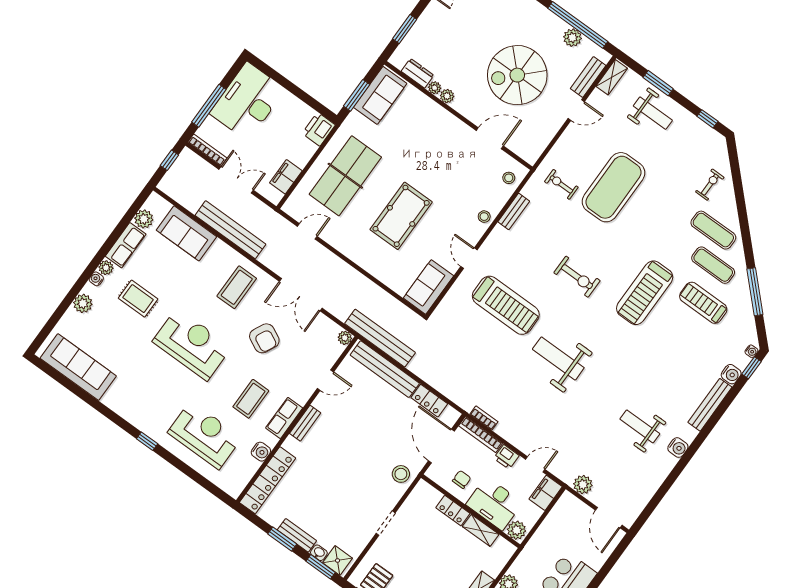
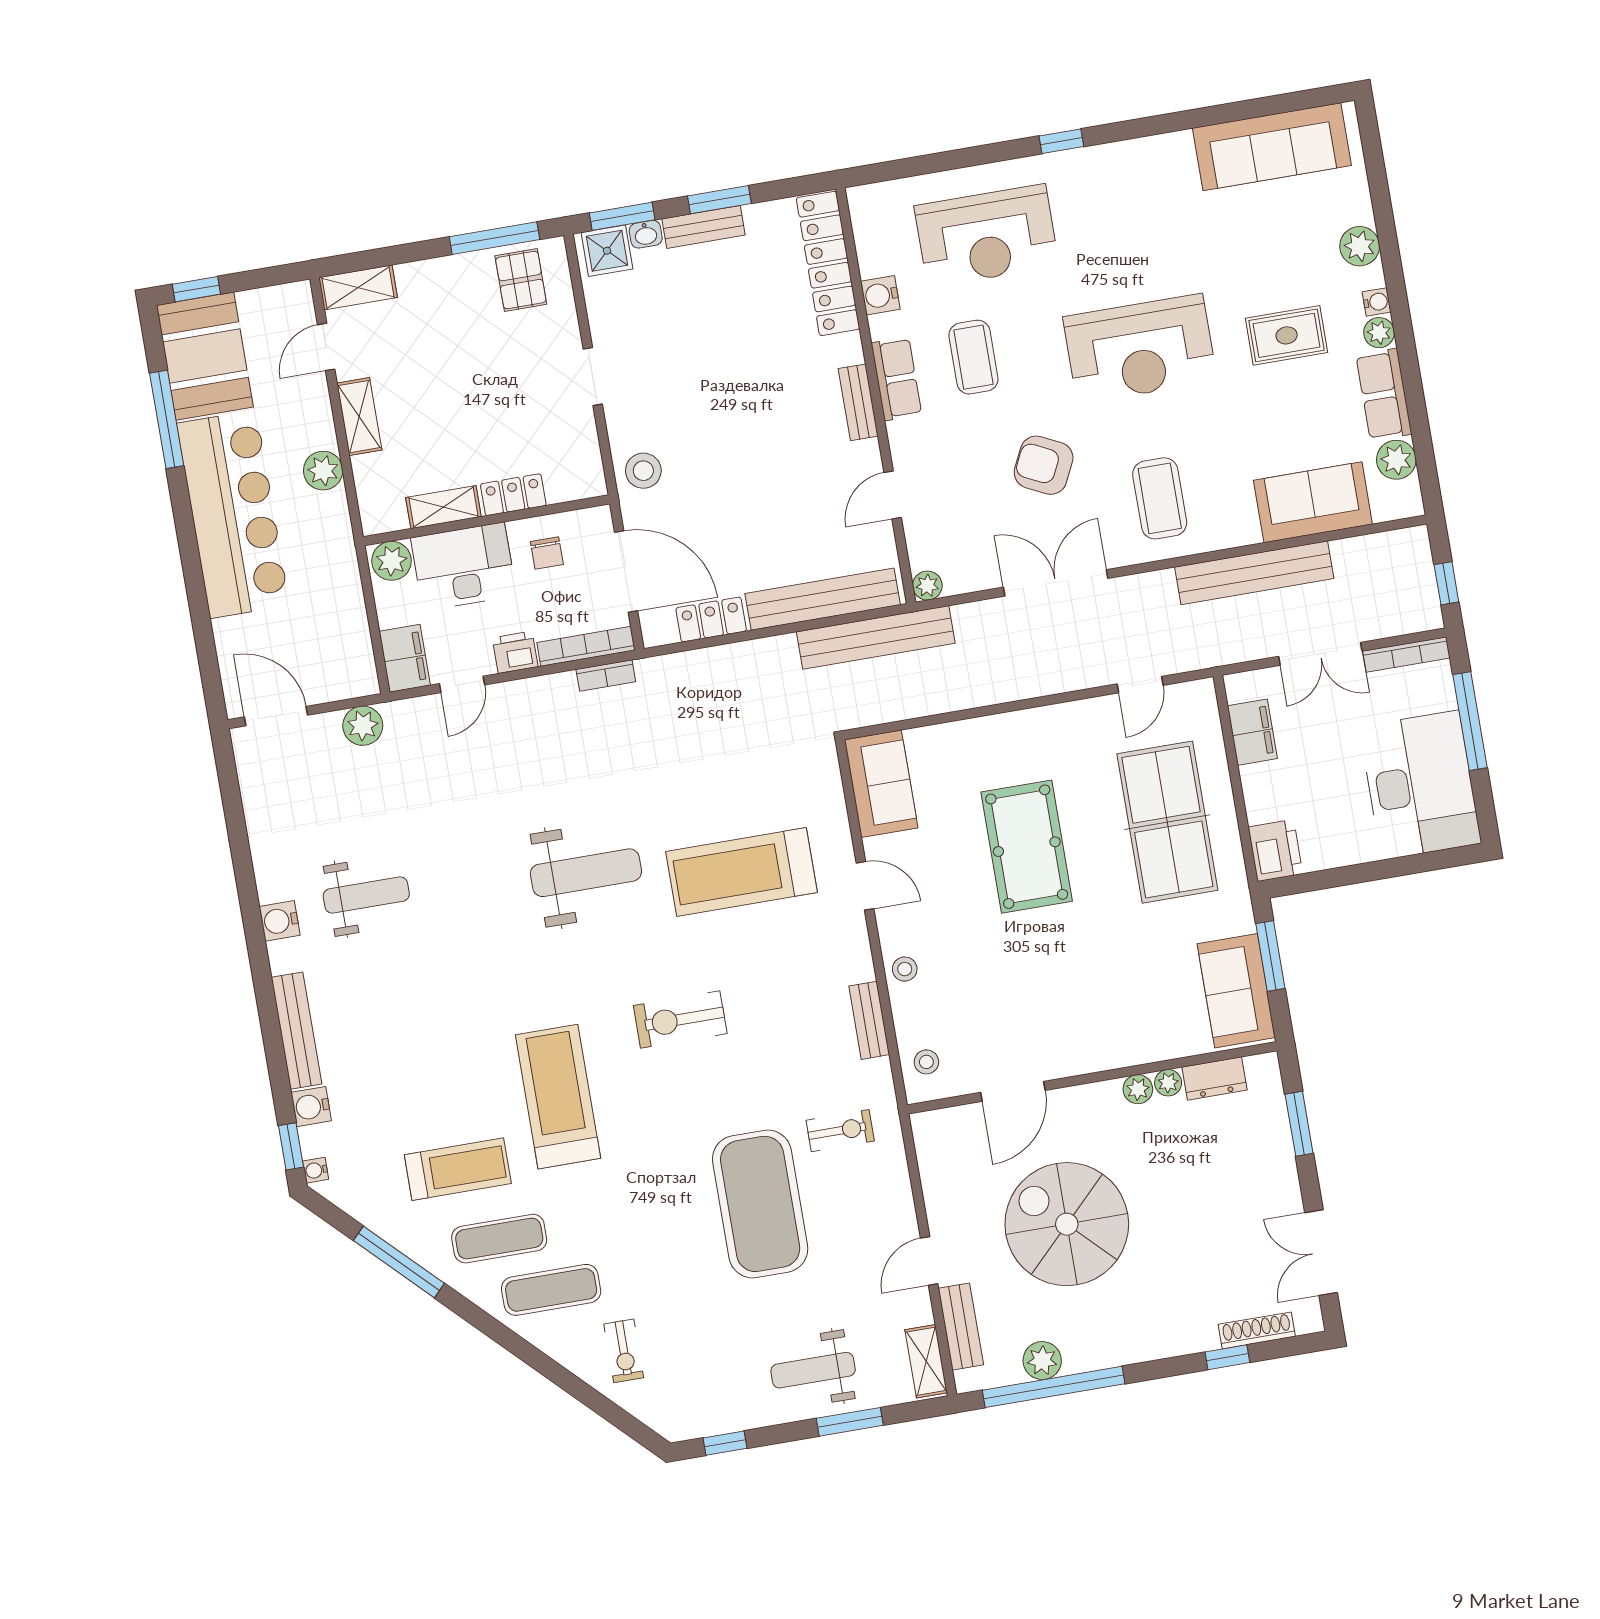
spiral stairs: (517, 75) -> (1067, 1224), turned -90

